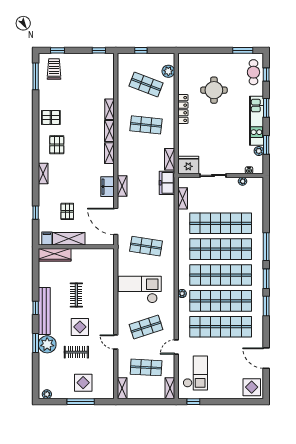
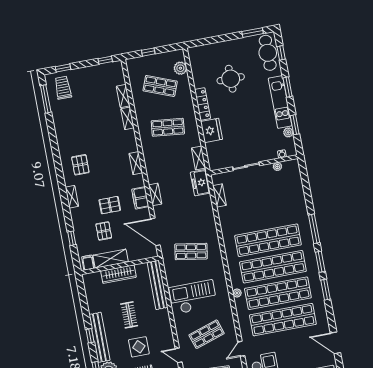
cafe table: (253, 72) -> (268, 53), width x1.37, depth x1.35
pallet: (51, 117) -> (110, 205), moved
shelving: (109, 131) -> (123, 96), moved
fridge: (188, 165) -> (211, 130), moved, turned 90
shop shelf: (221, 223) -> (263, 214), removed
wardrobe: (55, 255) -> (118, 274), moved
bench: (108, 272) -> (157, 285), added

